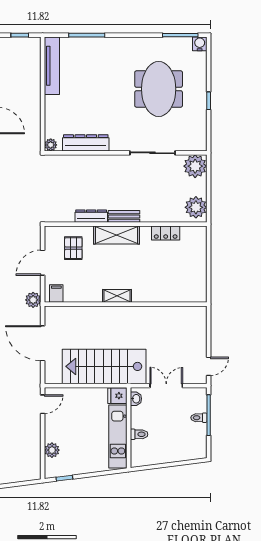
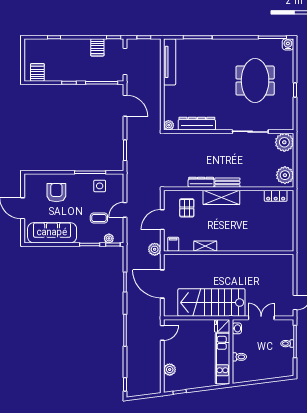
locker: (166, 233) -> (276, 196), moved
shelving: (117, 296) -> (205, 246), moved

